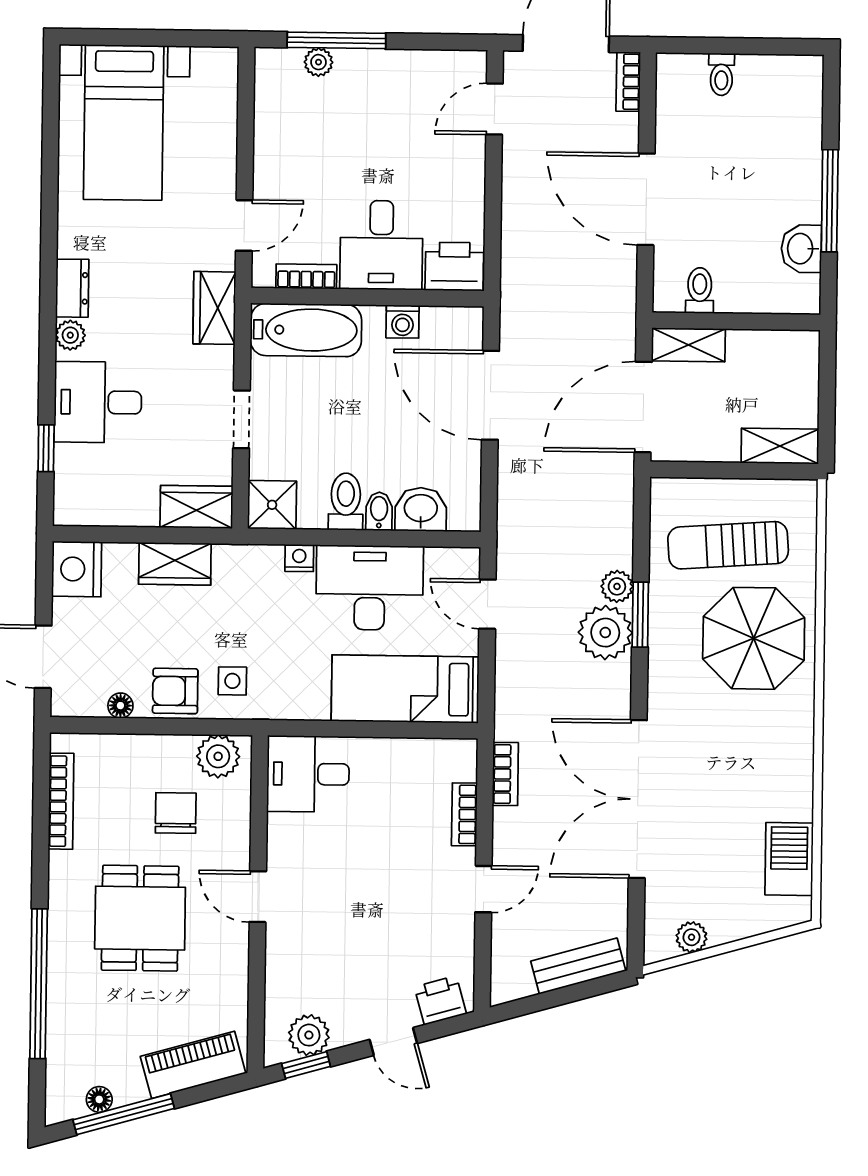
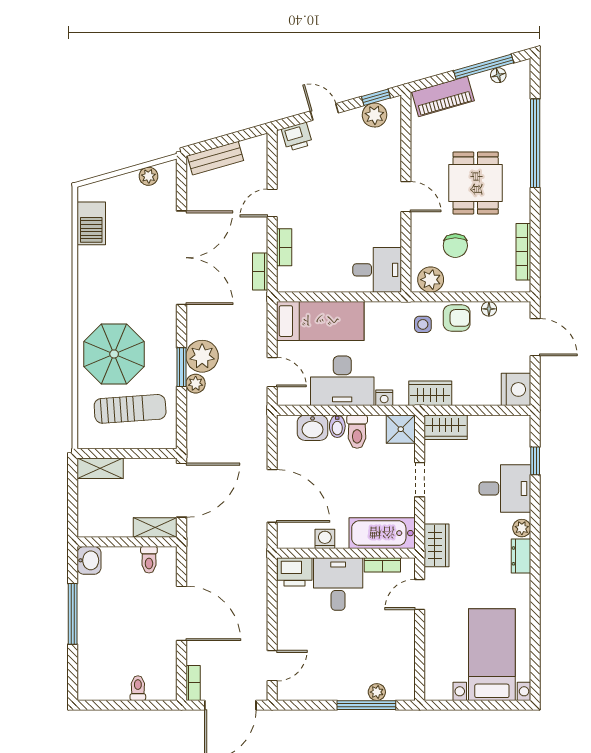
washbasin: (801, 249) -> (89, 560), moved
wardrobe: (175, 564) -> (430, 393), moved

